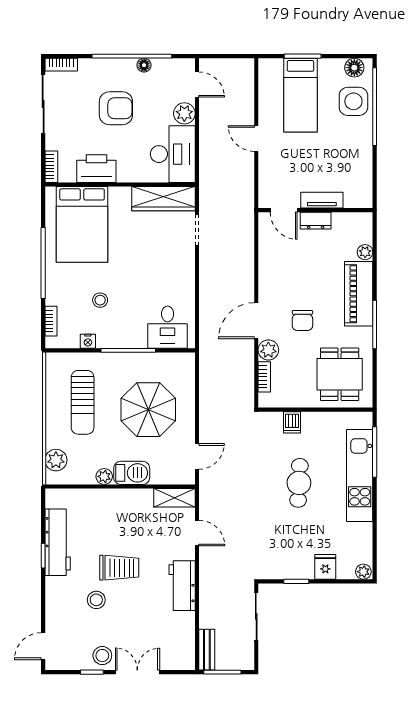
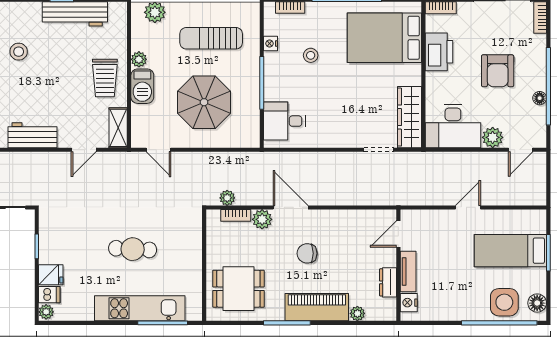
nightstand: (354, 199) -> (409, 303), added
dresser: (316, 221) -> (388, 282), moved
chair: (302, 320) -> (307, 253), moved
plant: (246, 386) -> (227, 198), added
dishwasher: (292, 422) -> (49, 295), moved, turned 180
trolley: (119, 568) -> (105, 78), moved

